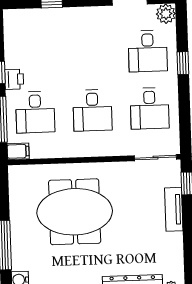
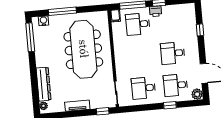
desk: (92, 110) -> (173, 53), moved
tv unit: (174, 209) -> (77, 106), moved
meeting table: (75, 212) -> (83, 49), width x1.36

